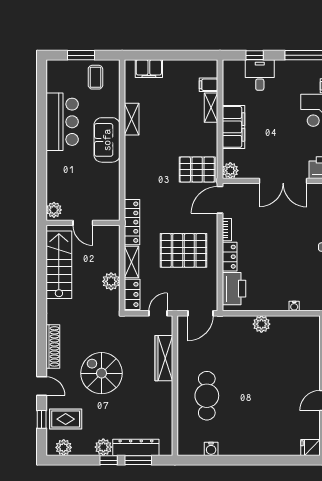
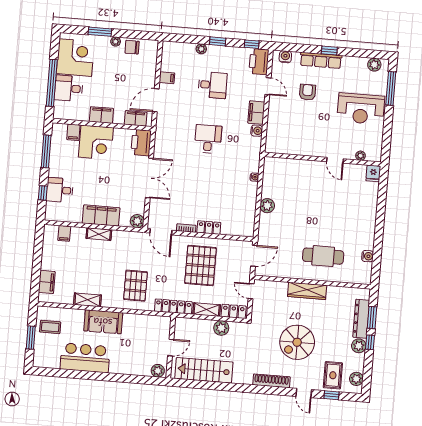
shelving: (211, 108) -> (99, 234), moved
pallet: (197, 170) -> (135, 286), moved
printer: (234, 289) -> (236, 226), removed
door: (200, 313) -> (254, 256), hinge flipped
wardrobe: (164, 358) -> (307, 291), moved
door: (42, 386) -> (304, 393), swing flipped

